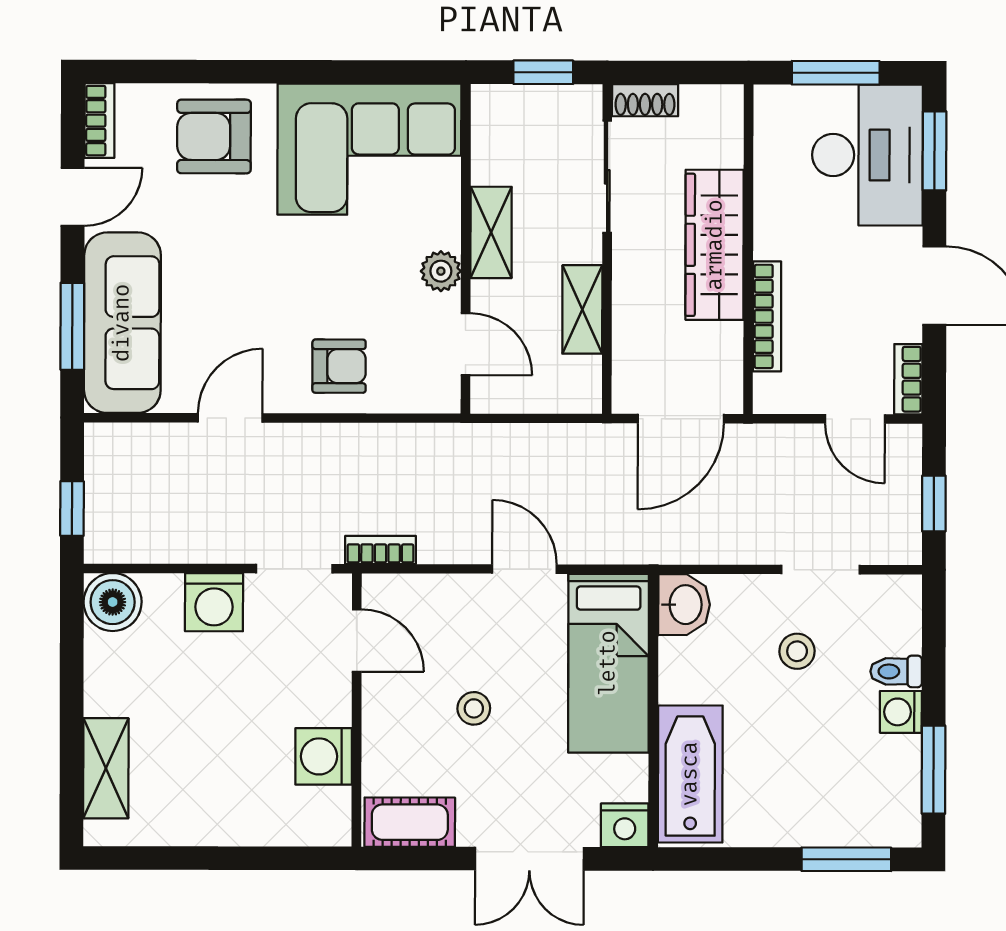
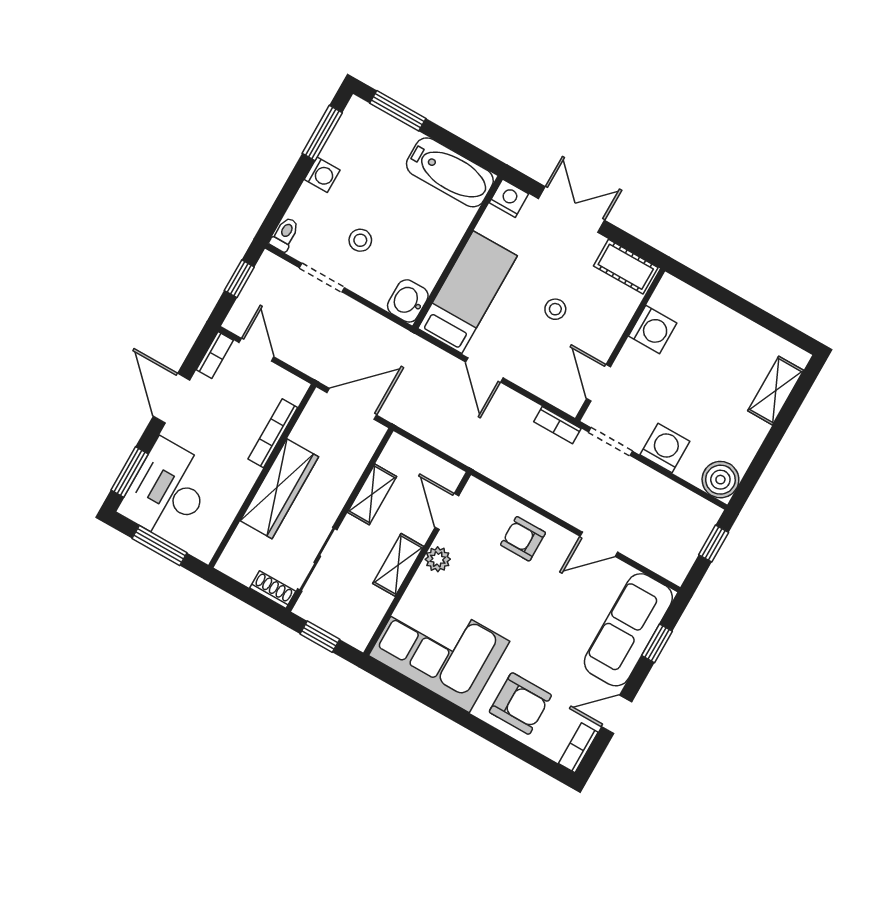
window: (72, 326) -> (657, 643), width x0.67
toilet: (896, 671) -> (285, 234), moved, turned -90
bathtub: (690, 774) -> (450, 172), moved, turned -90

